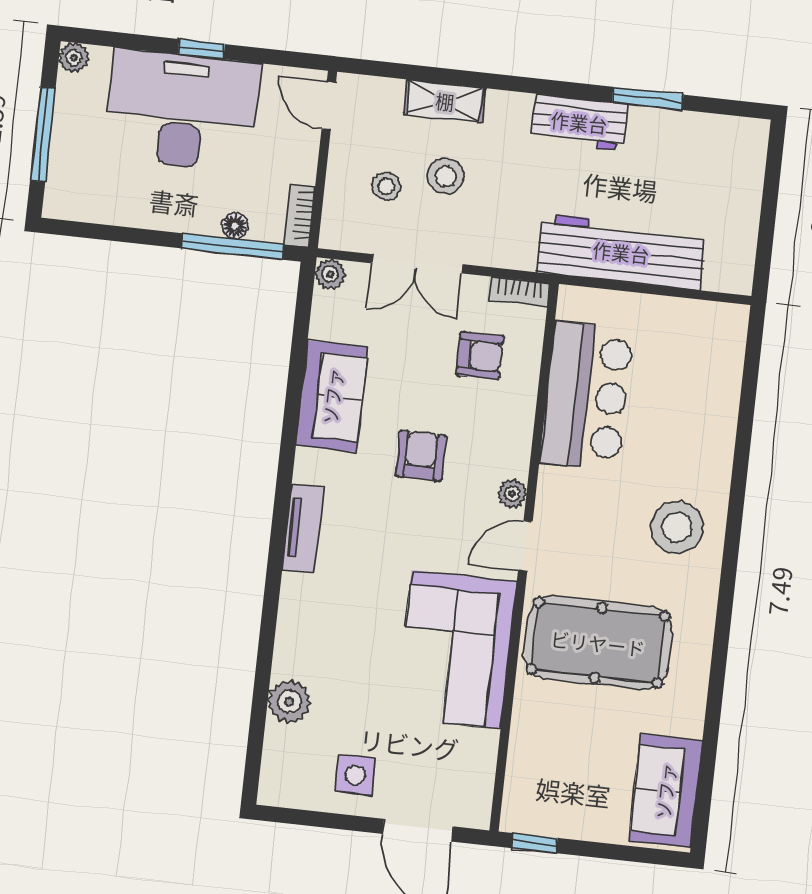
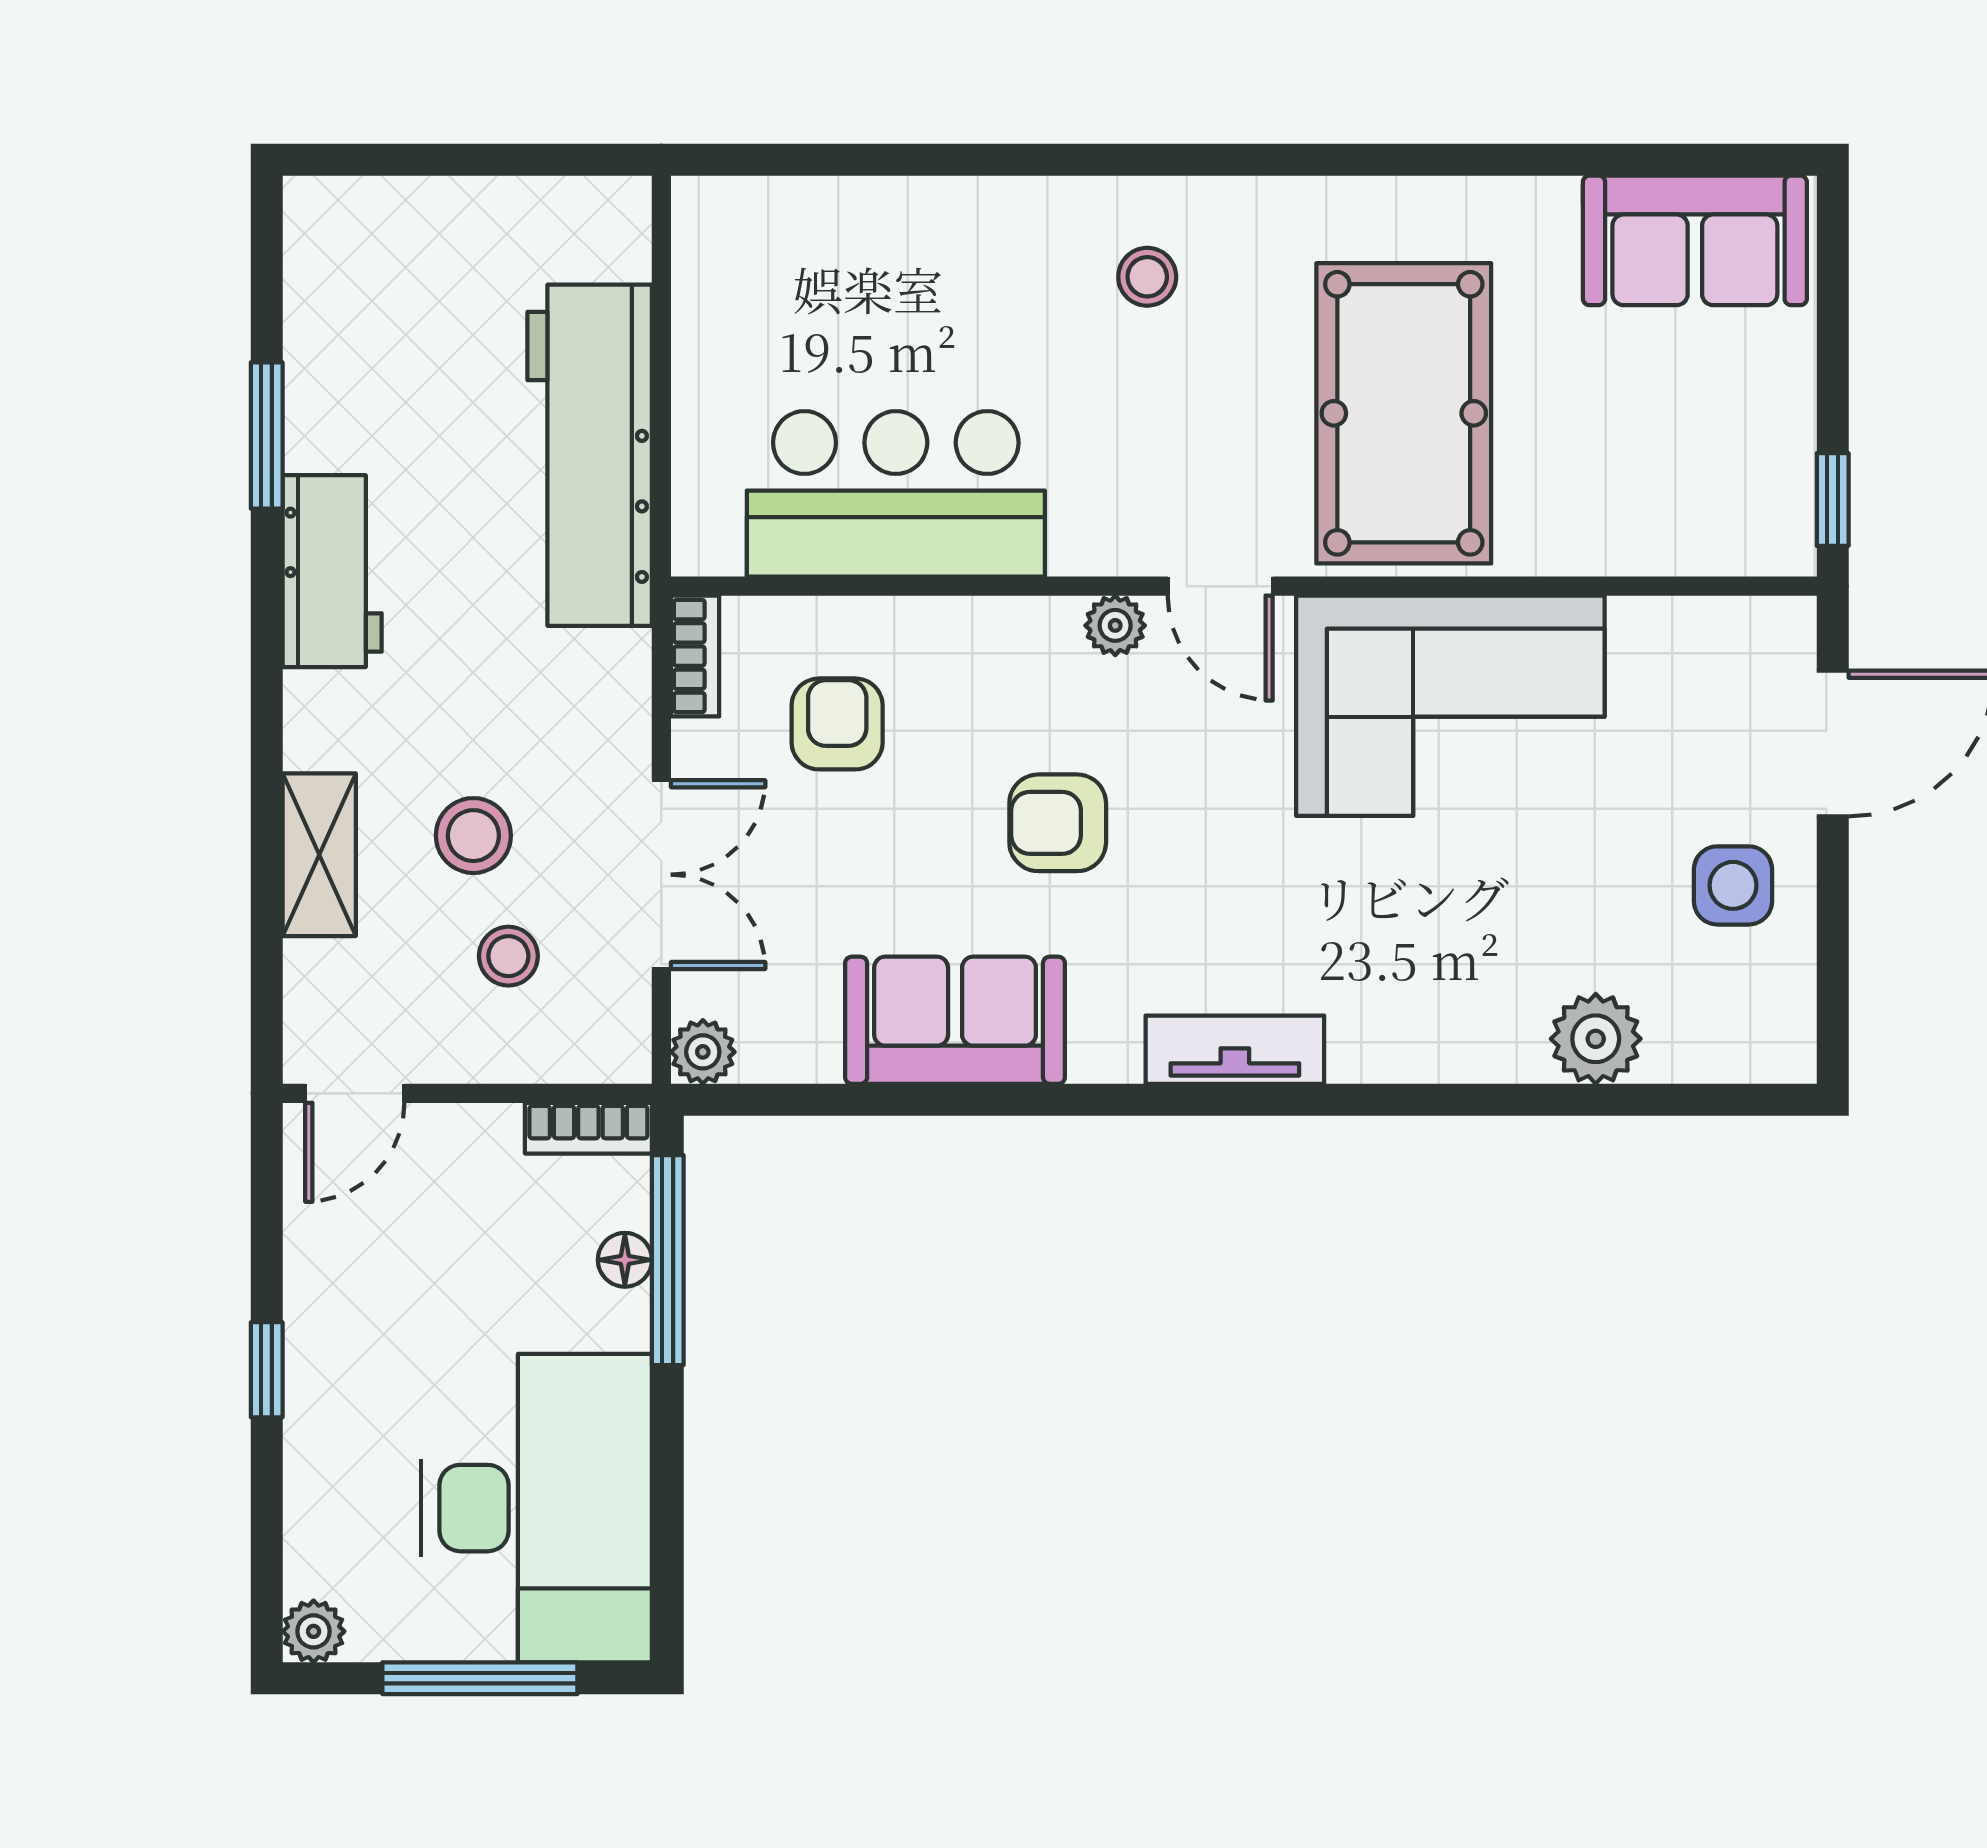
desk: (182, 111) -> (536, 1508), moved, turned 180
stool: (677, 527) -> (1147, 277), width x0.53, depth x0.53

